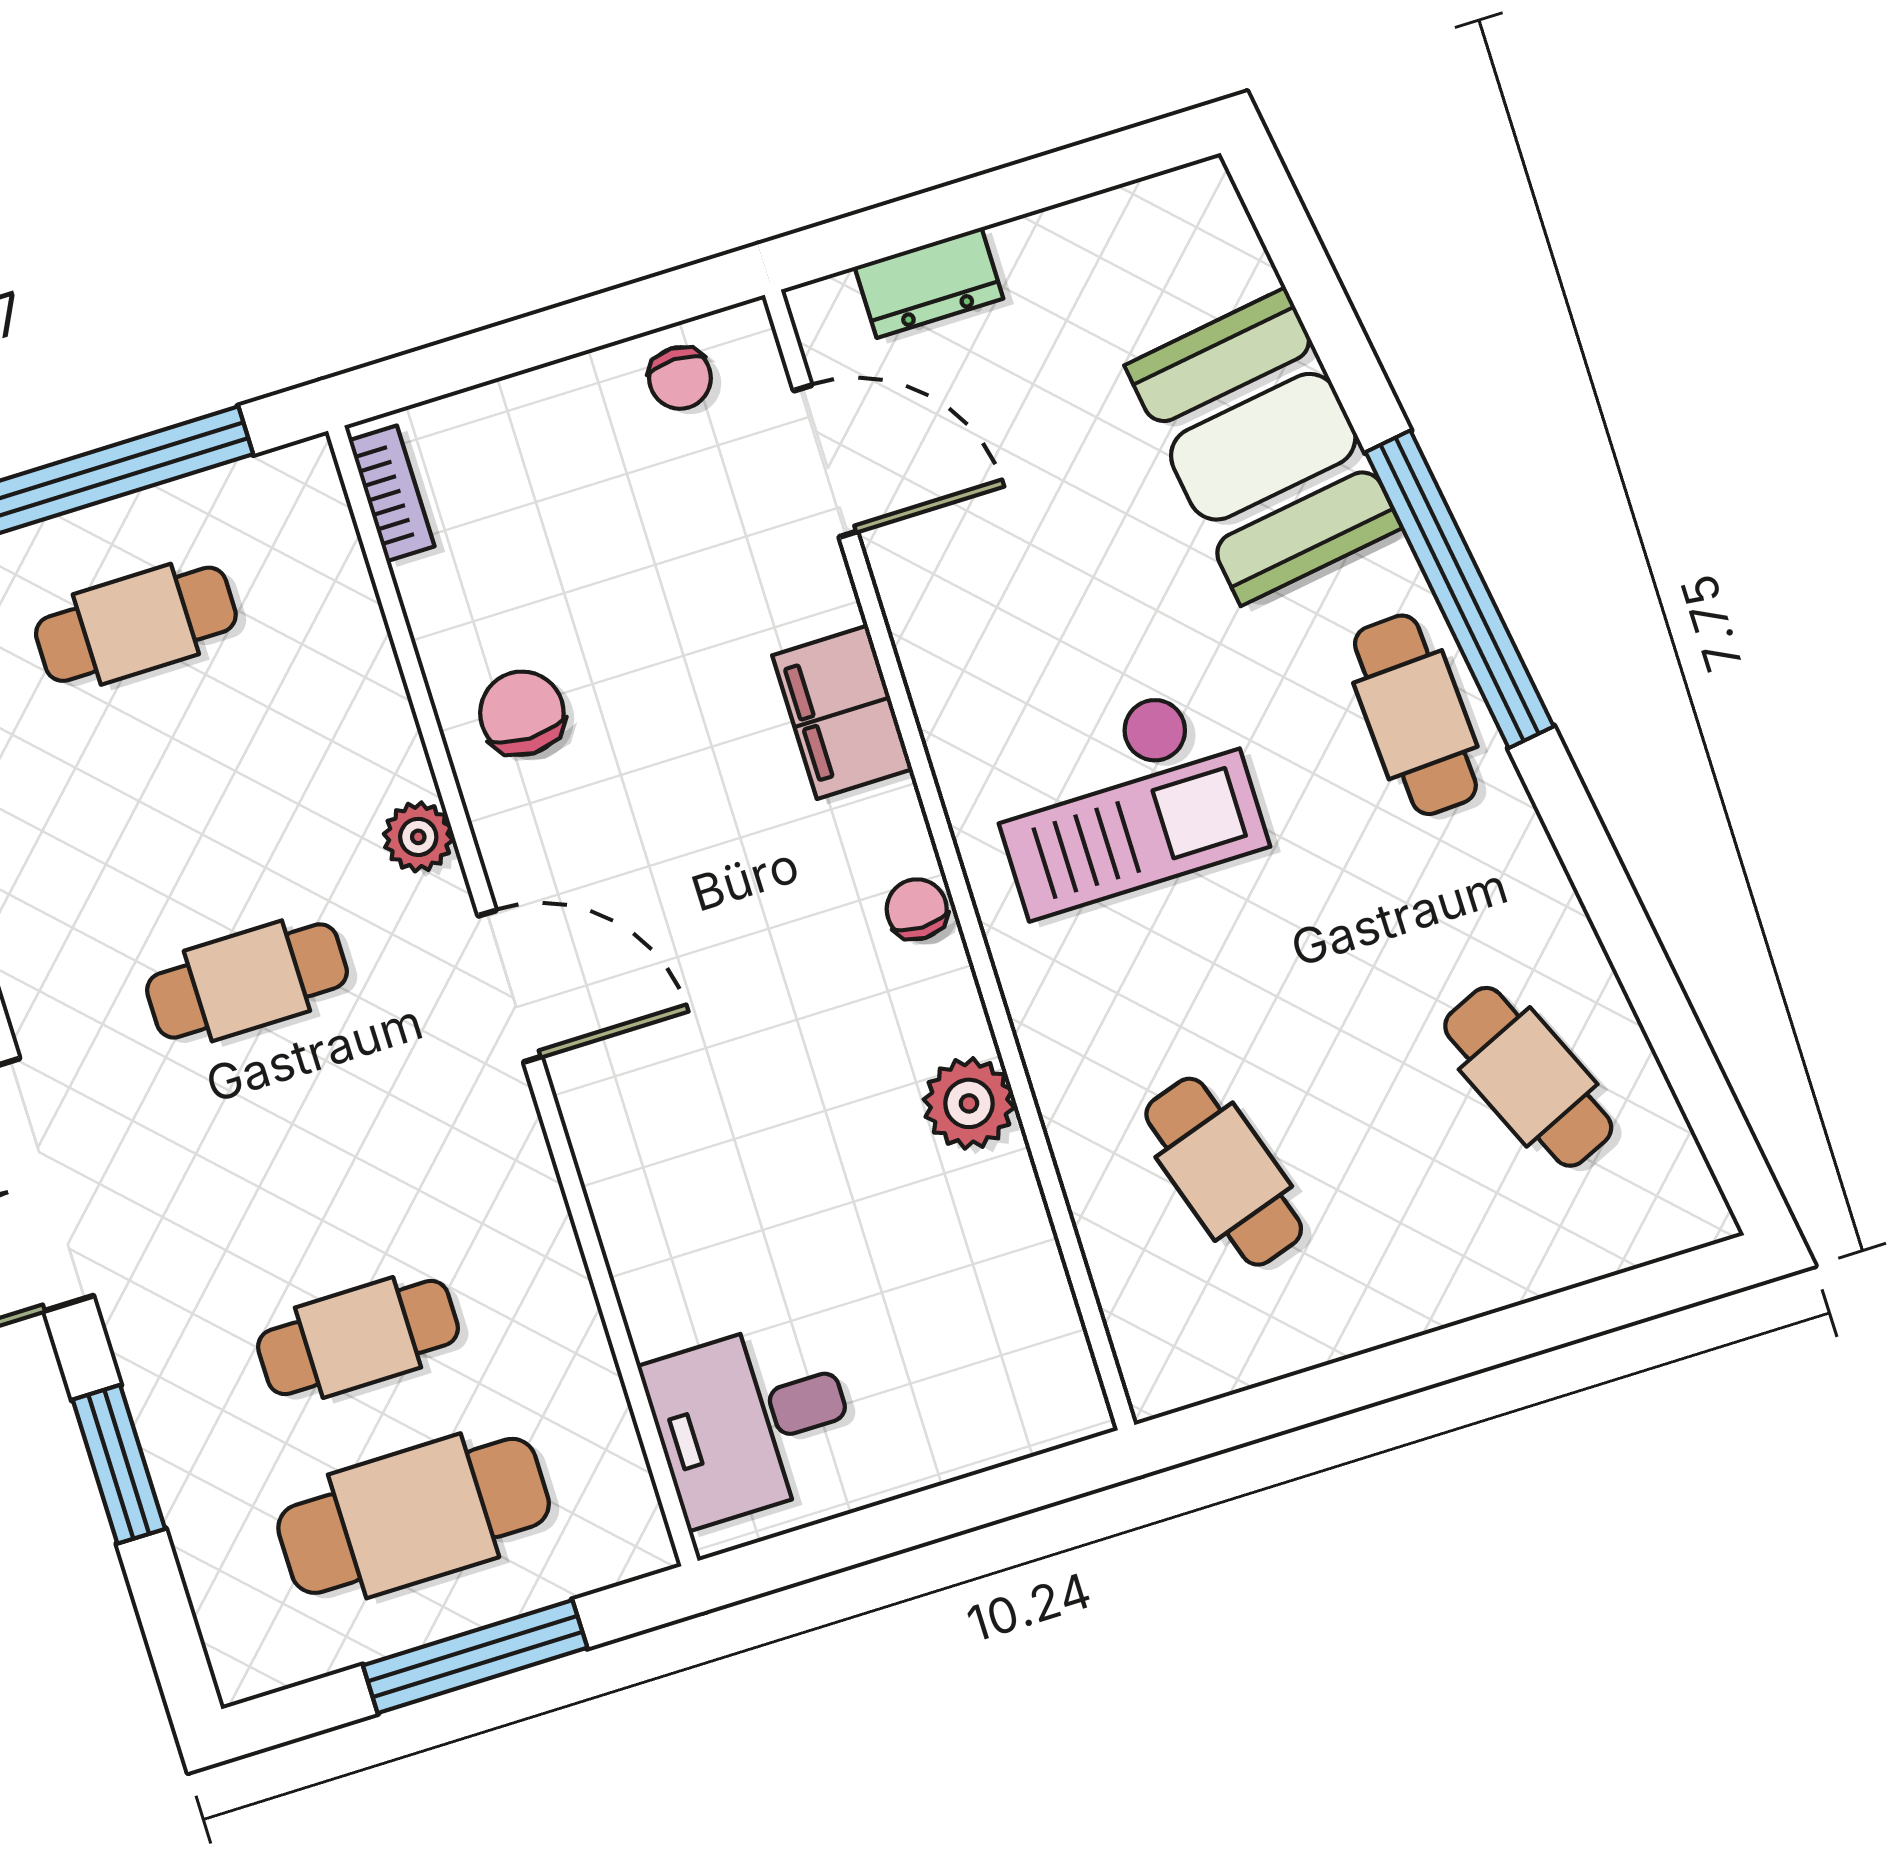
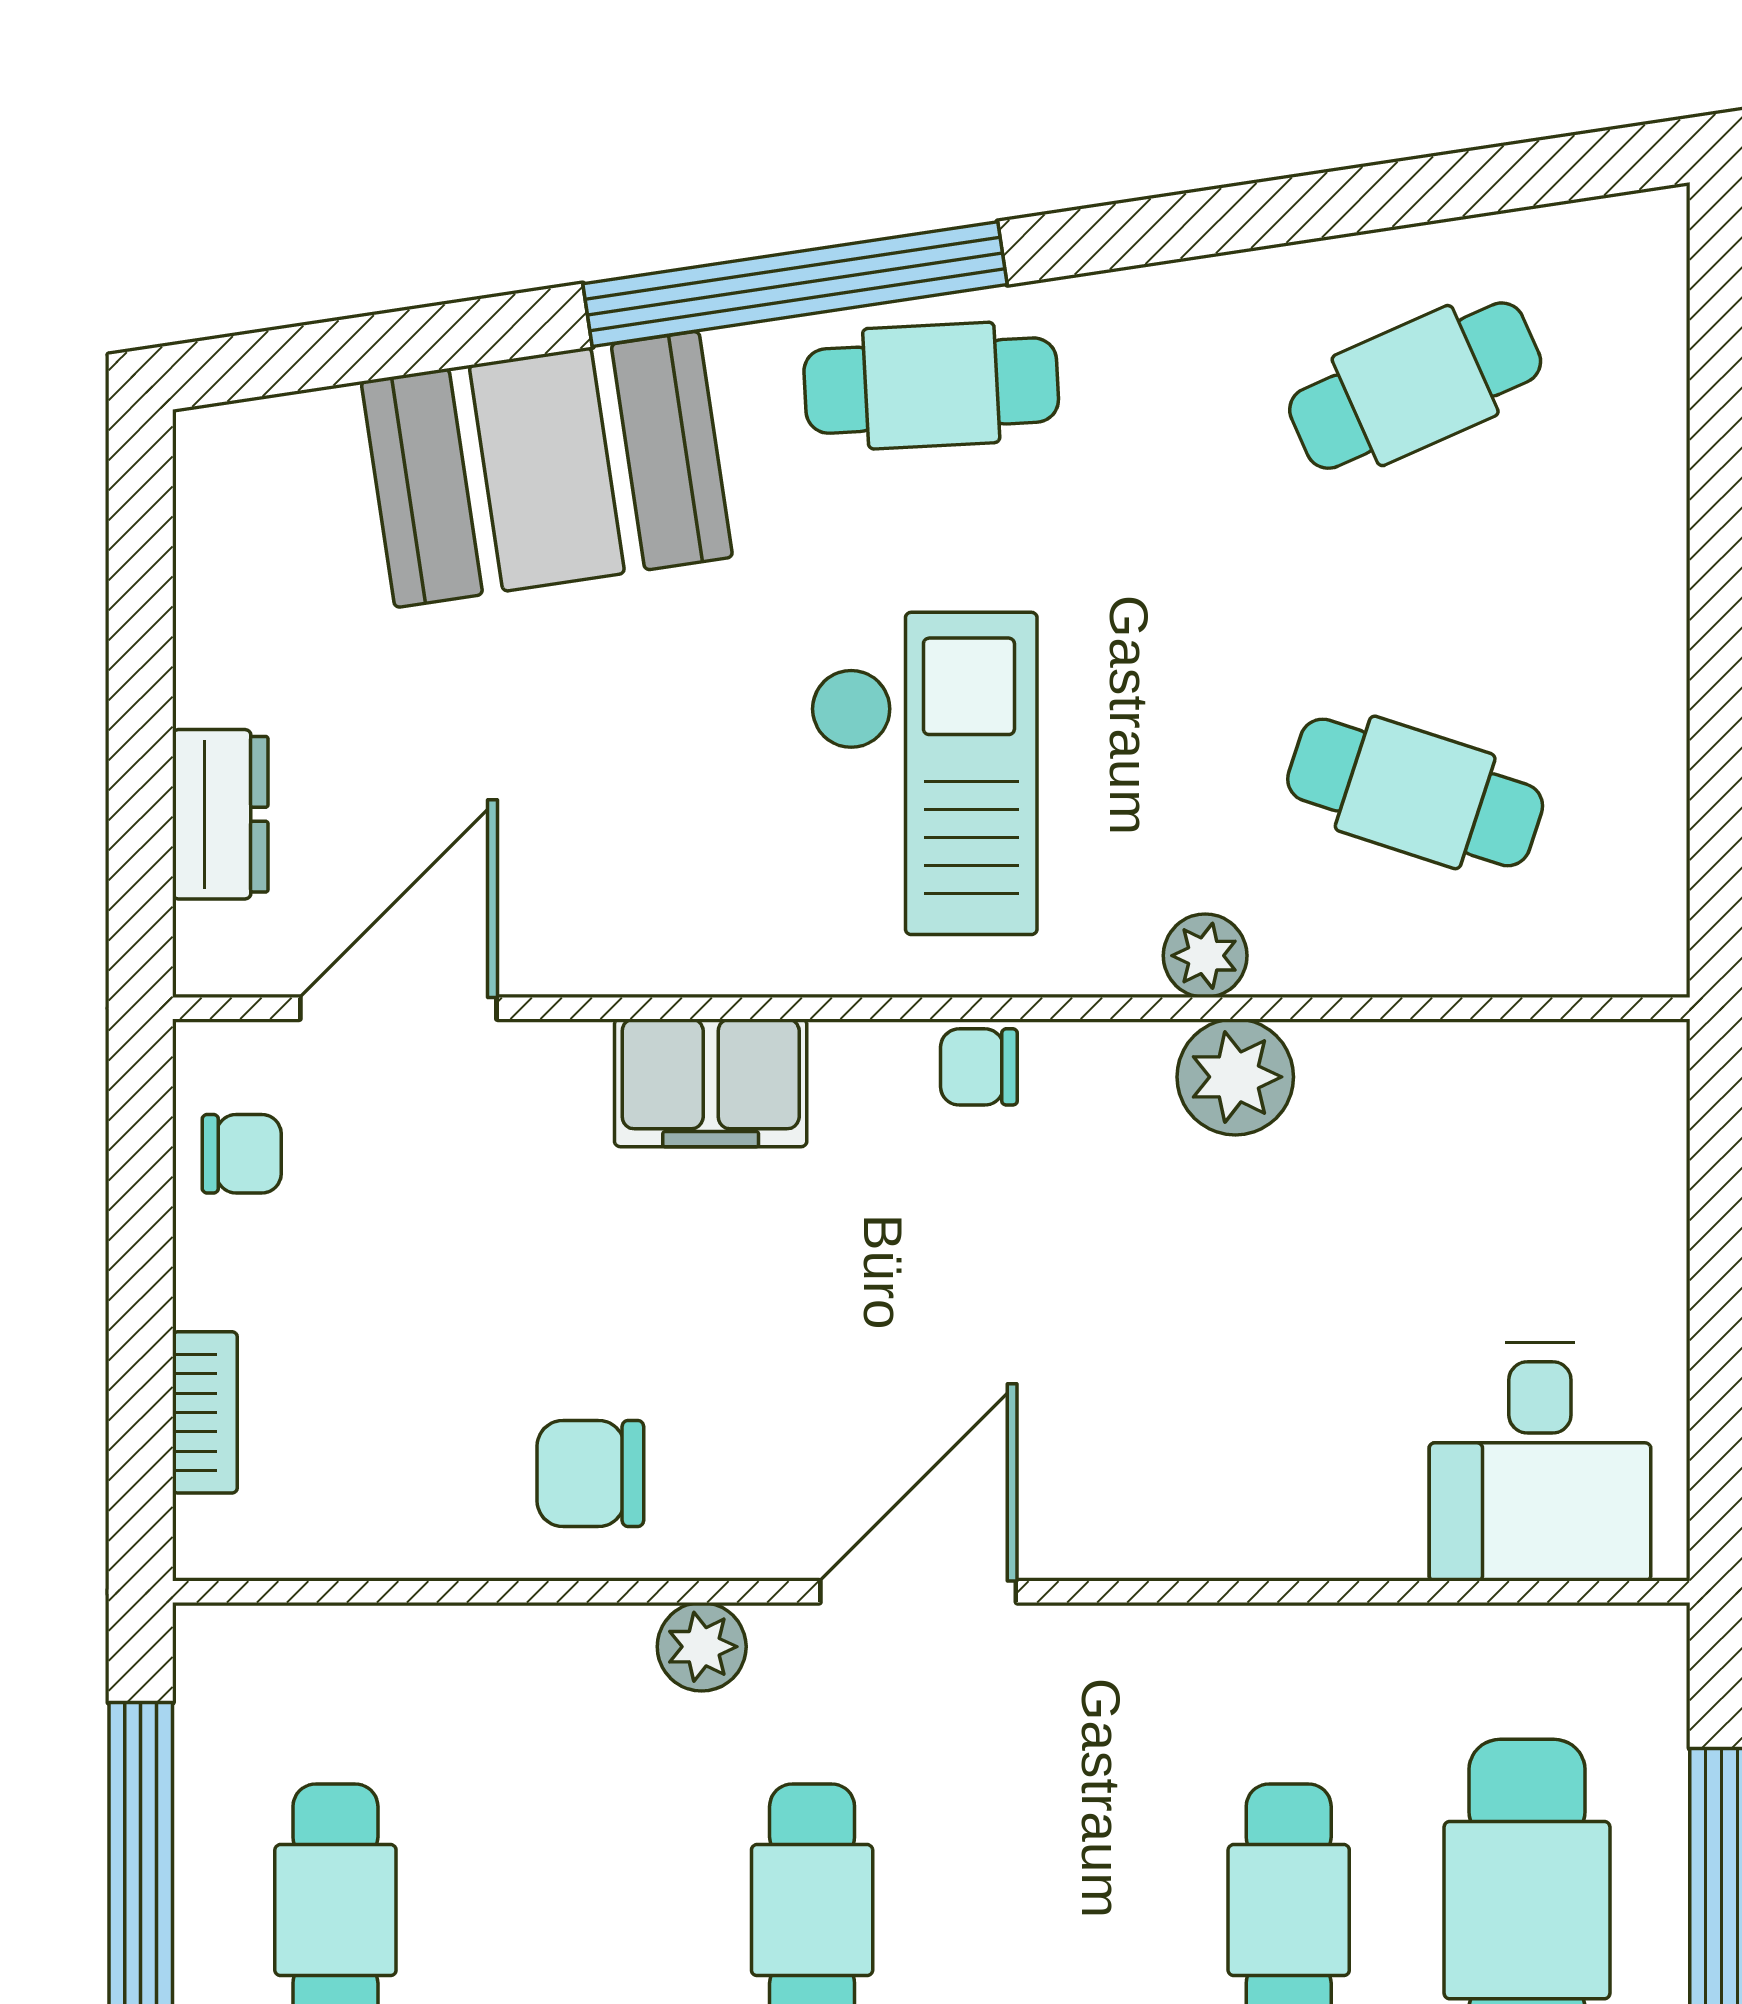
bookcase: (392, 493) -> (205, 1412), moved, turned 90
plant: (1053, 1053) -> (1205, 956), added
cafe table: (1224, 1172) -> (1415, 792), turned 36

